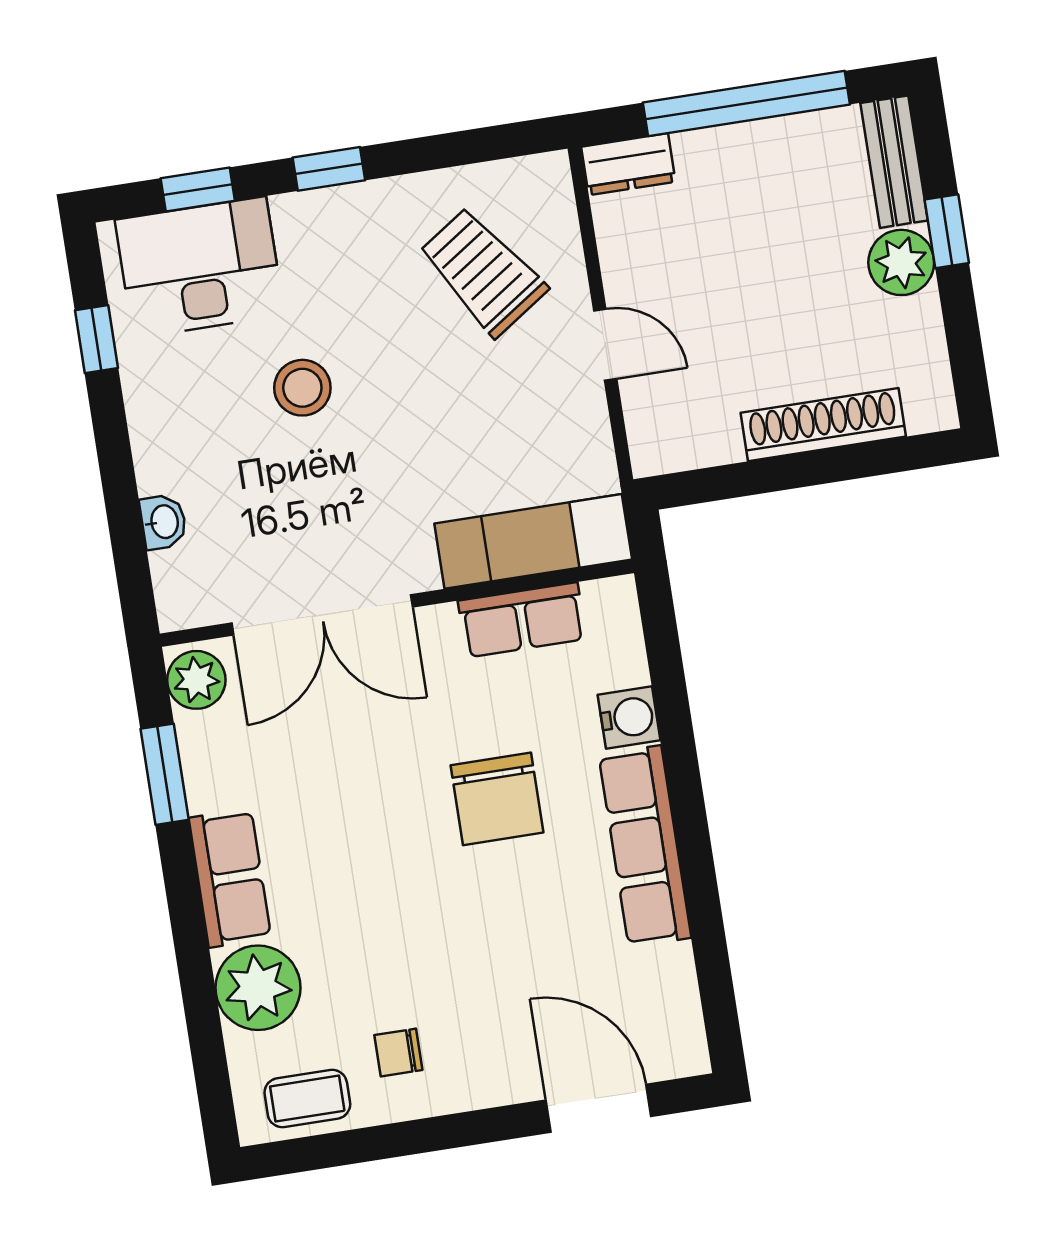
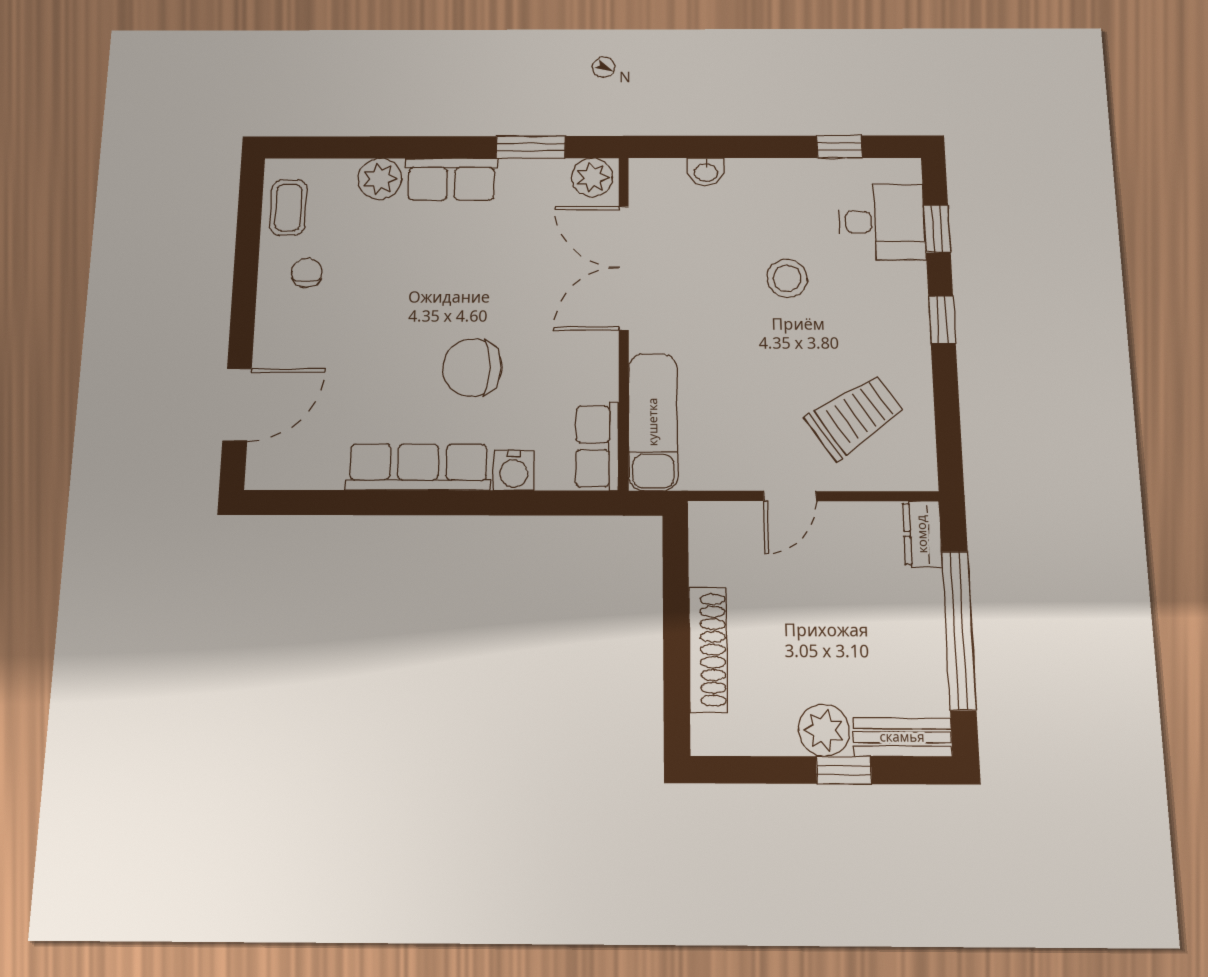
desk: (200, 267) -> (882, 222), width x0.73
row of seats: (522, 620) -> (597, 446), moved
plant: (258, 988) -> (380, 179), width x0.73, depth x0.73

